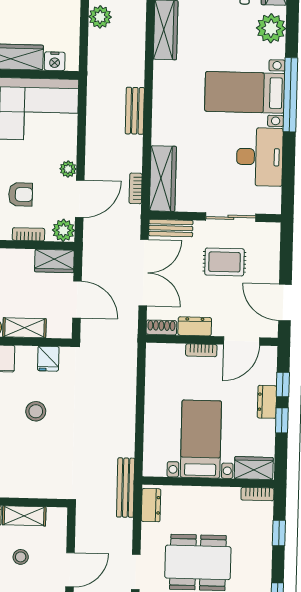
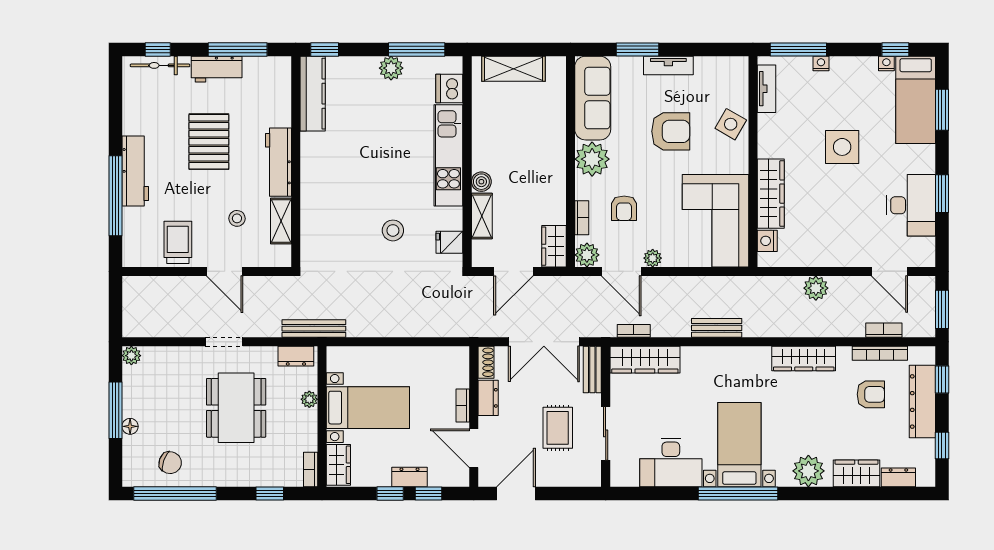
plant: (192, 494) -> (309, 399), added

